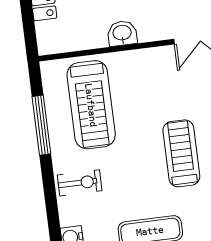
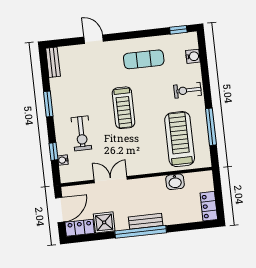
washbasin: (122, 33) -> (175, 182), moved

